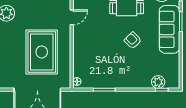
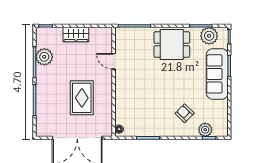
door: (72, 17) -> (114, 61), swing flipped
armchair: (133, 40) -> (185, 113), moved
rug: (42, 52) -> (82, 98), width x0.73, depth x0.69

